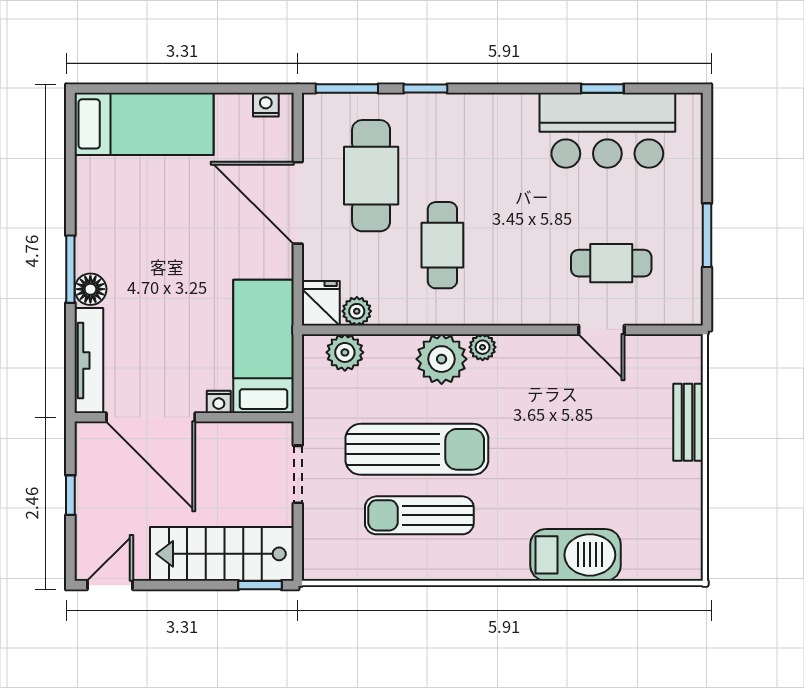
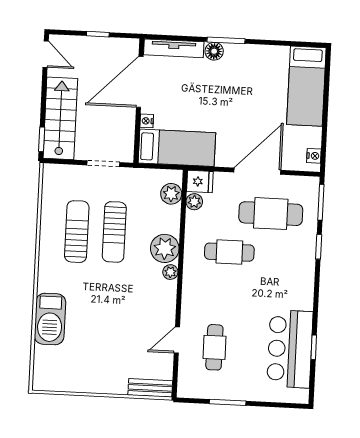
bench: (688, 422) -> (150, 388), moved
sun lounger: (417, 449) -> (114, 232), width x0.73, depth x0.75

